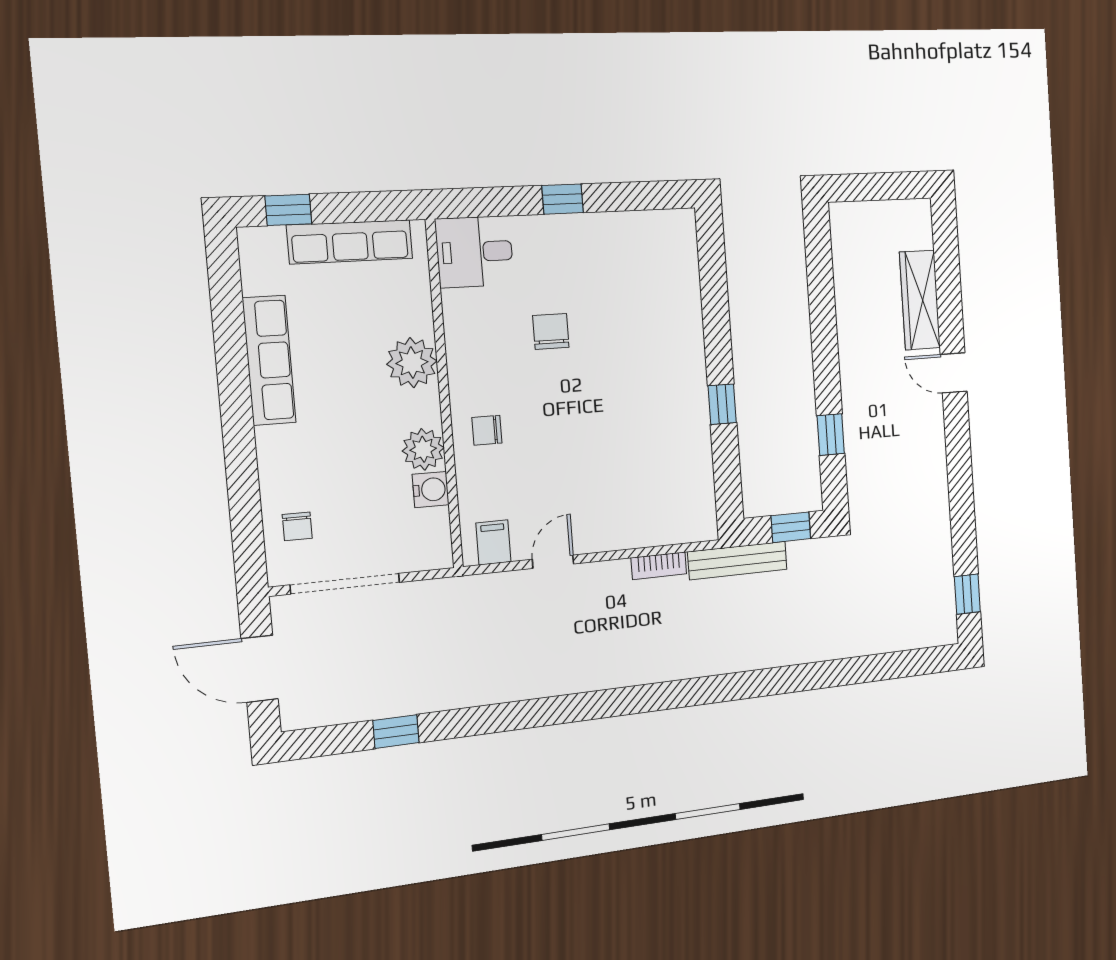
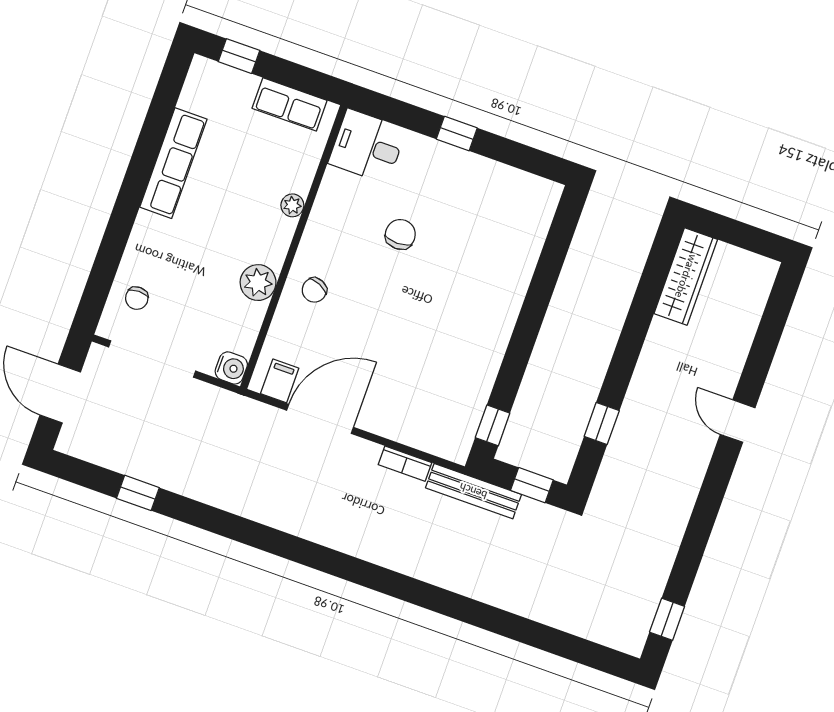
row of seats: (350, 242) -> (290, 104), width x0.68
wardrobe: (920, 300) -> (686, 276), moved, turned 180
plant: (412, 363) -> (292, 205), width x0.53, depth x0.53
window: (722, 404) -> (493, 425), moved
chair: (487, 430) -> (314, 290), turned -66
water cooler: (431, 490) -> (231, 368), moved
door: (553, 562) -> (320, 419), width x1.88

